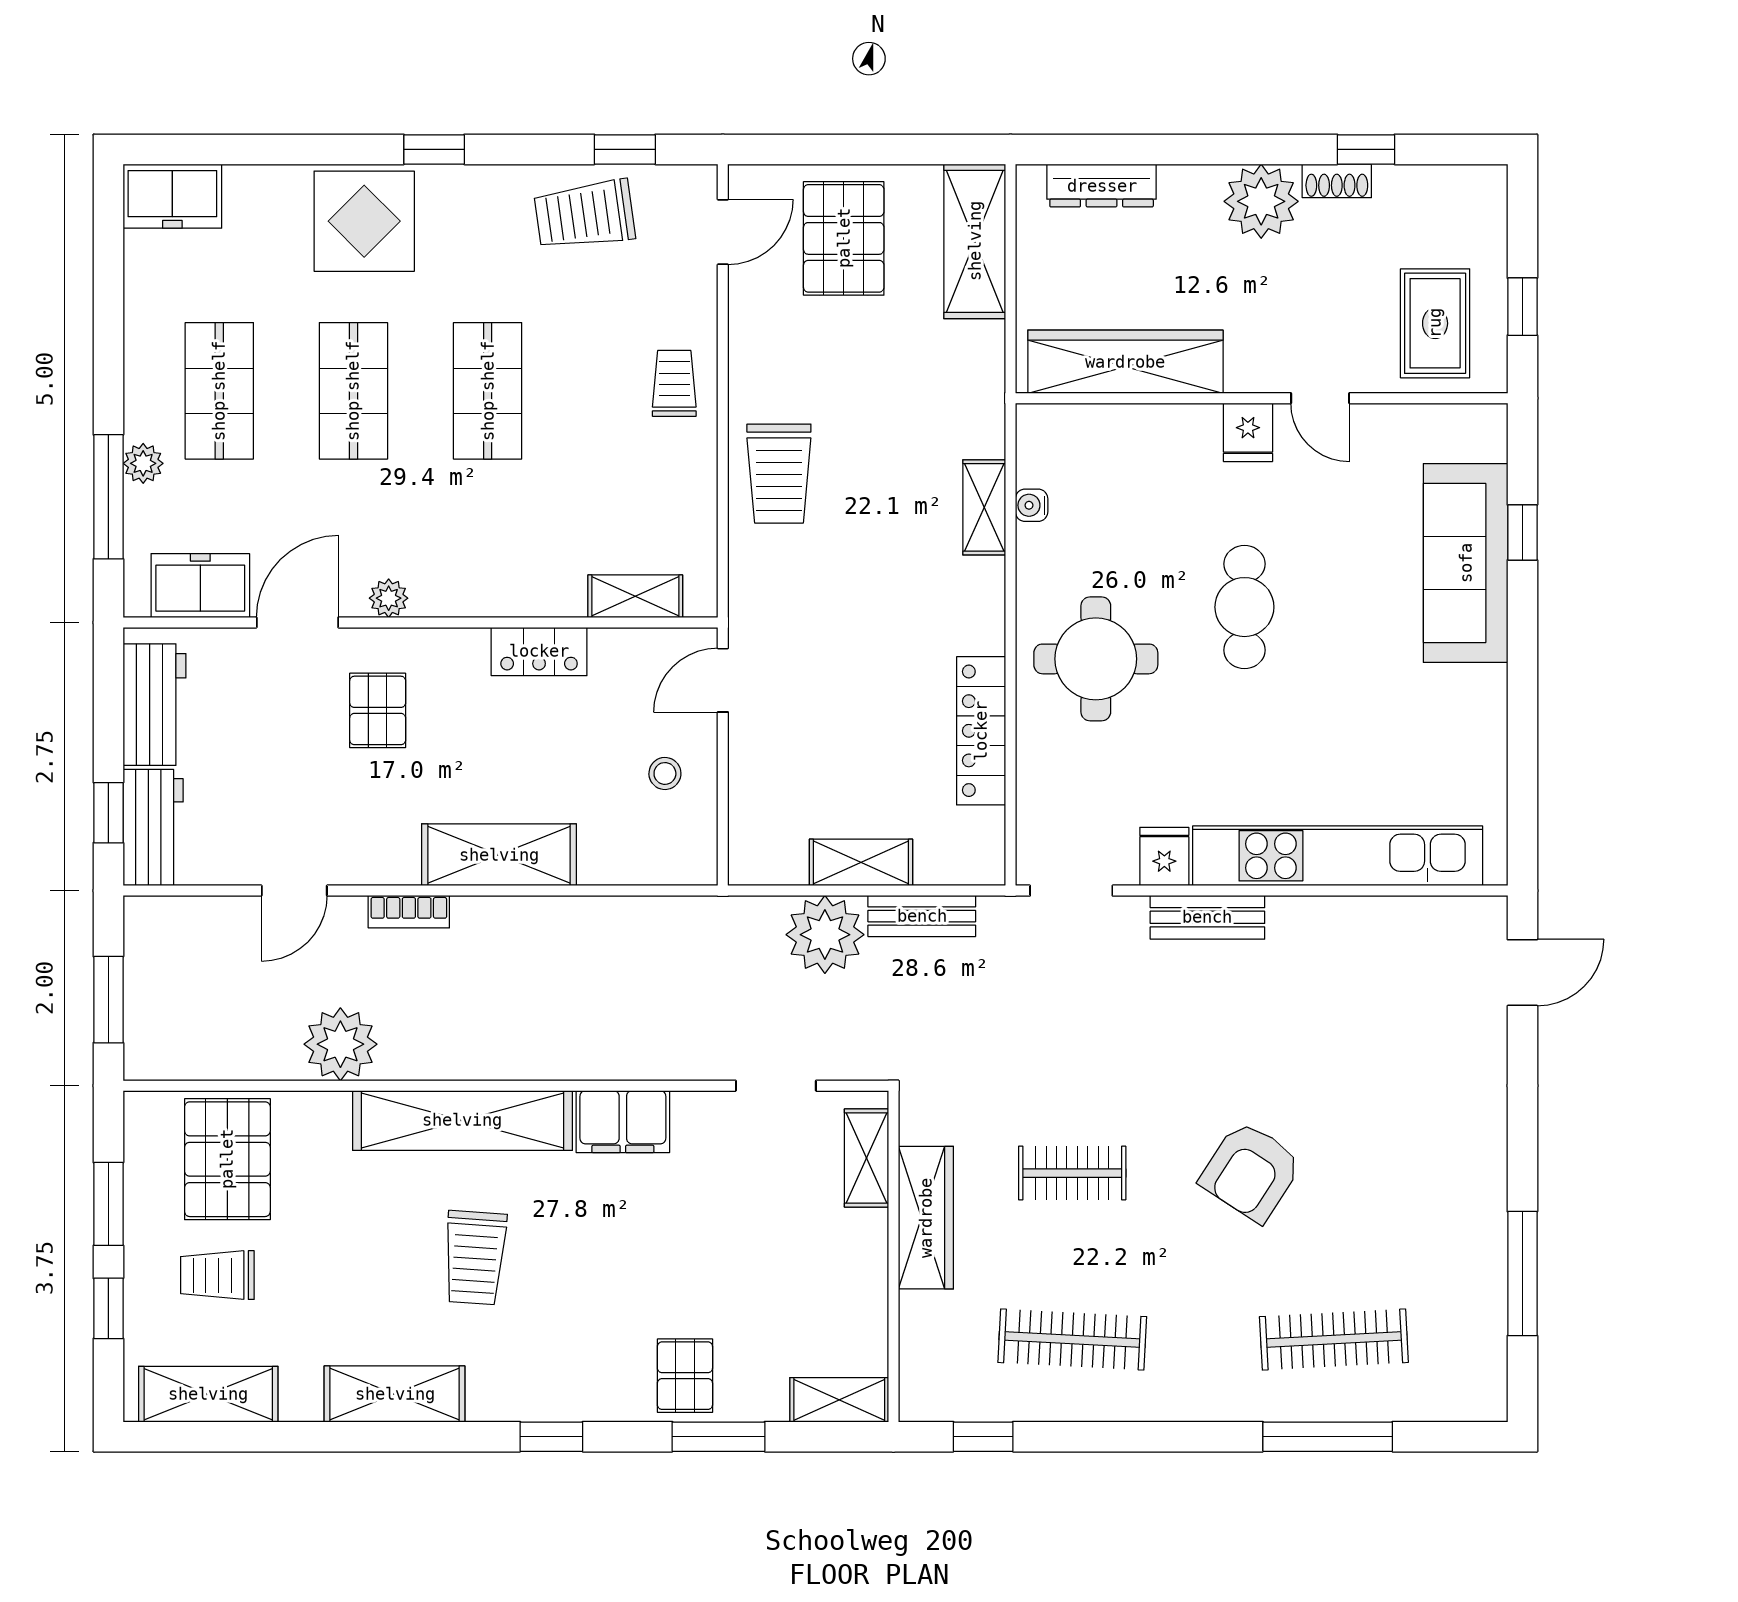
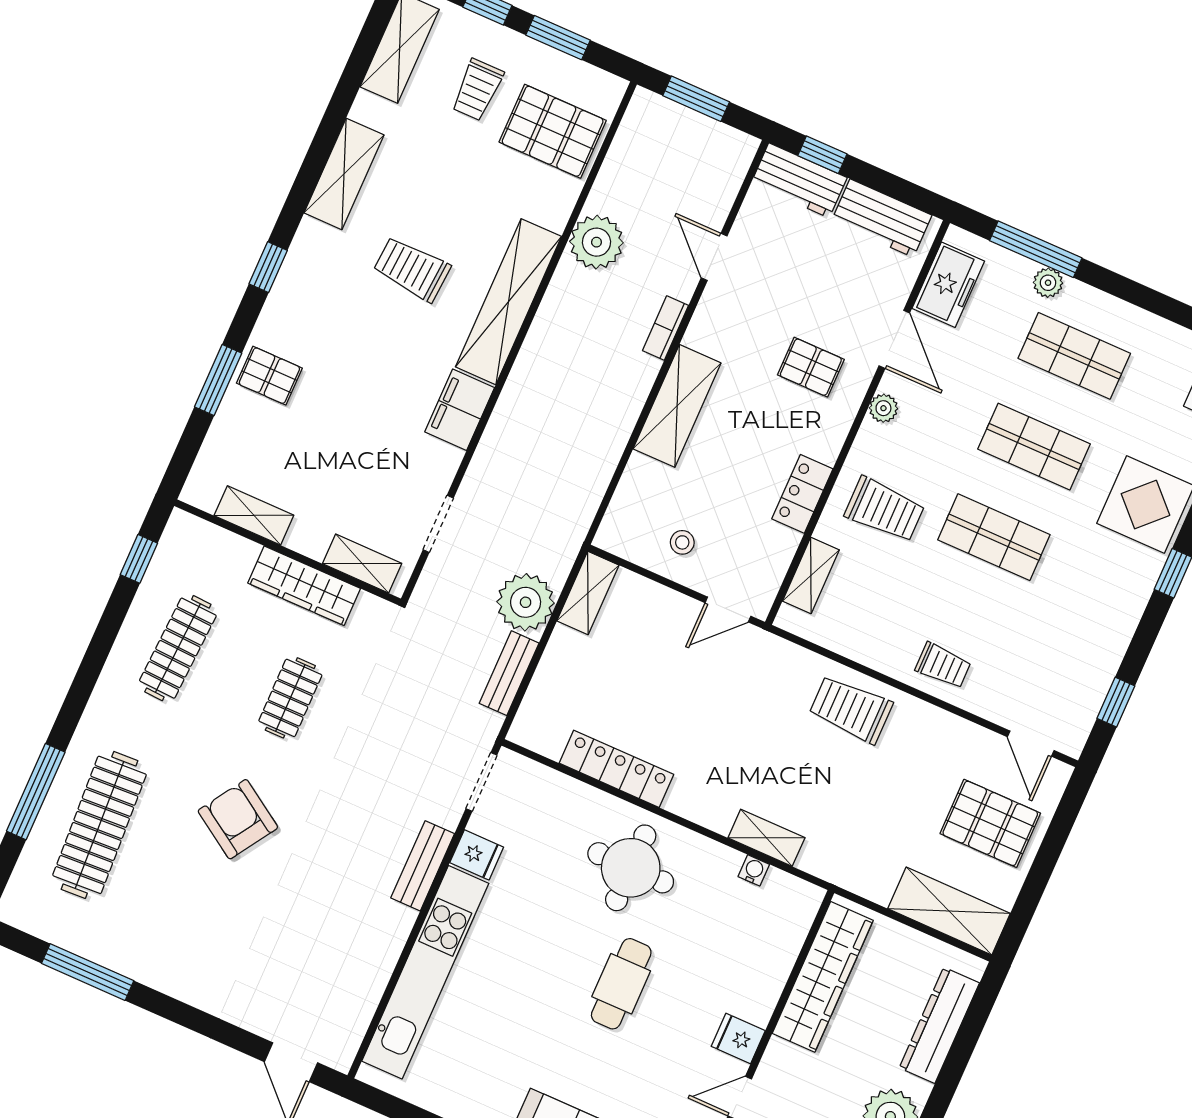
dresser: (1102, 186) -> (939, 1025), width x1.37, depth x1.24
trolley: (585, 215) -> (885, 510), moved, turned 98
cafe table: (1244, 607) -> (621, 984), turned 90
door: (723, 680) -> (728, 609), swing flipped
shelving: (861, 862) -> (588, 593), moved
trolley: (217, 1275) -> (477, 90), turned 180
clothes rail: (1334, 1340) -> (100, 825), width x1.37, depth x1.31
shelving: (839, 1400) -> (254, 515), moved, turned 90

